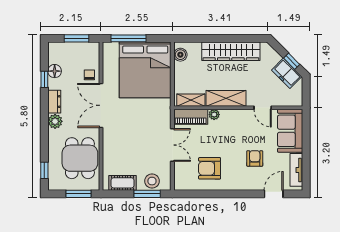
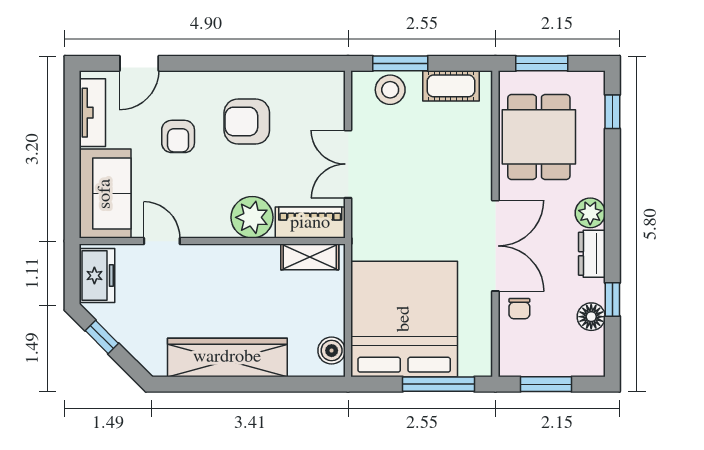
freezer: (287, 73) -> (97, 276), moved, turned 45
shelving: (226, 98) -> (238, 260), removed
plant: (214, 115) -> (252, 217), width x1.87, depth x1.87
armchair: (210, 168) -> (247, 121), moved, turned 180

